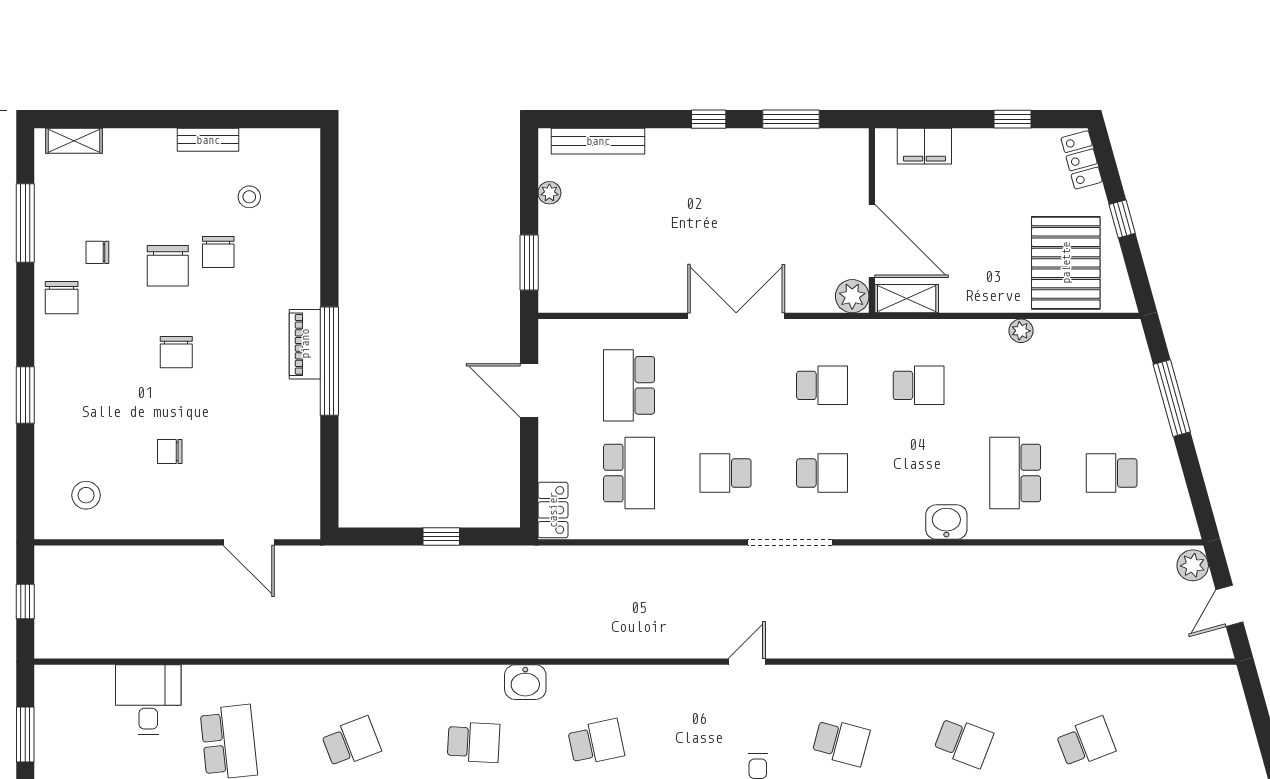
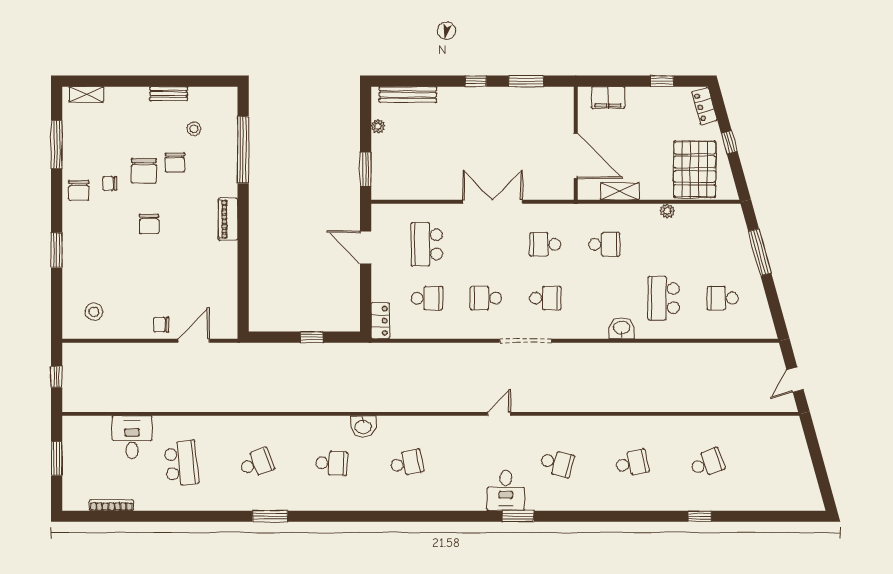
chair: (97, 252) -> (110, 183), moved
plant: (852, 296) -> (564, 190), removed
shelving: (907, 299) -> (620, 191), moved
window: (329, 361) -> (243, 150), moved
school desk: (822, 385) -> (545, 244), turned 180
chair: (170, 451) -> (161, 325), moved
school desk: (629, 473) -> (427, 298), width x0.54
door: (249, 542) -> (194, 341), swing flipped
plant: (1193, 565) -> (773, 355), removed
school desk: (963, 742) -> (632, 463), turned -33

